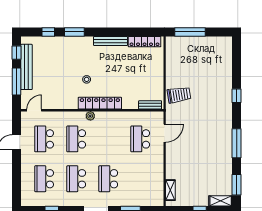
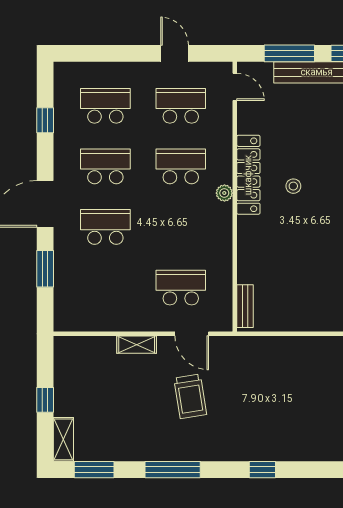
trolley: (179, 95) -> (190, 396), moved
locker: (100, 103) -> (248, 175), moved
shelving: (170, 190) -> (137, 345), moved

